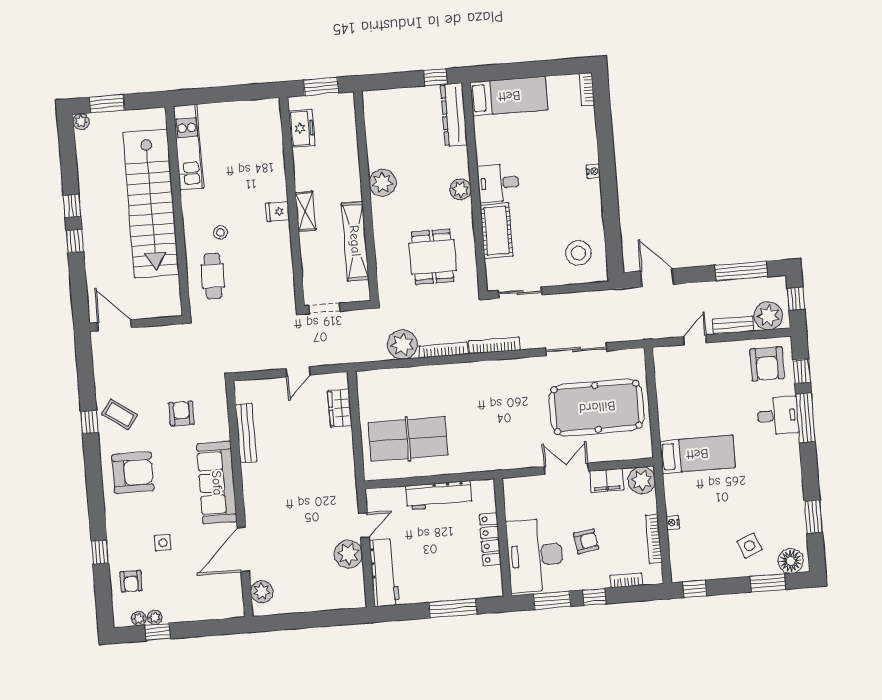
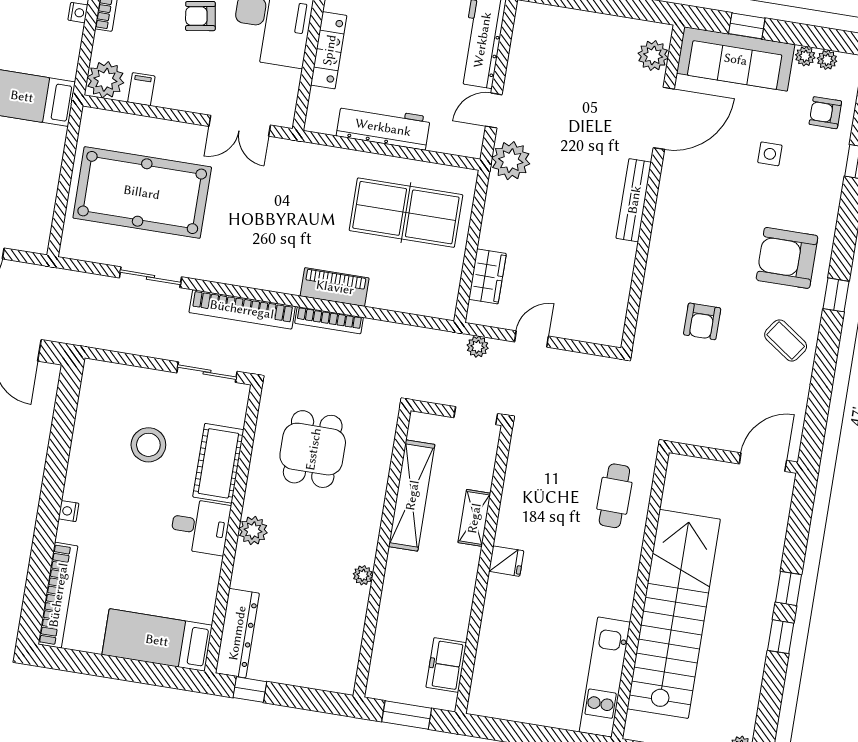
bookcase: (587, 89) -> (58, 595), width x2.31, depth x1.31
plant: (382, 183) -> (363, 575), width x0.53, depth x0.53
shelving: (305, 211) -> (474, 518), moved
stool: (220, 233) -> (590, 552), removed
stool: (578, 253) -> (148, 445), moved
door: (115, 325) -> (763, 462), swing flipped
plant: (402, 345) -> (478, 347), moved, width x0.53, depth x0.53
bookcase: (494, 346) -> (242, 309), width x1.48, depth x1.31
sliding door: (576, 349) -> (150, 277), width x0.73
piano: (445, 374) -> (335, 287), added
window: (89, 422) -> (836, 295), moved
bench: (246, 433) -> (634, 200), moved
double door: (566, 469) -> (240, 126), moved
filing cabinet: (607, 480) -> (141, 89), width x0.50
sofa: (217, 483) -> (736, 59), moved, turned 90
plant: (348, 554) -> (511, 161), moved
armchair: (131, 581) -> (825, 113), turned -90
window: (158, 632) -> (747, 26), moved

